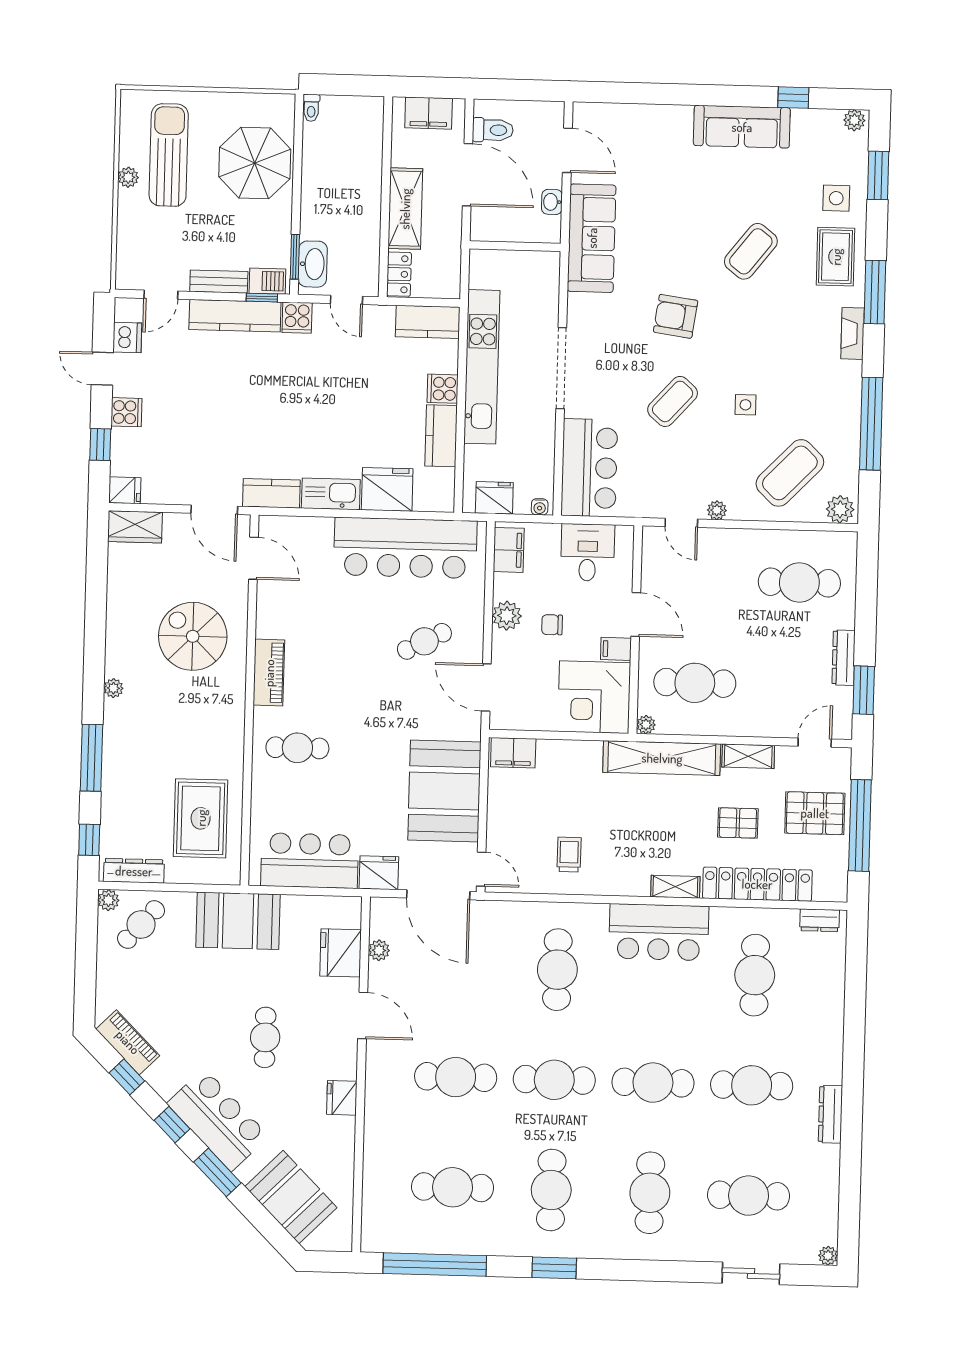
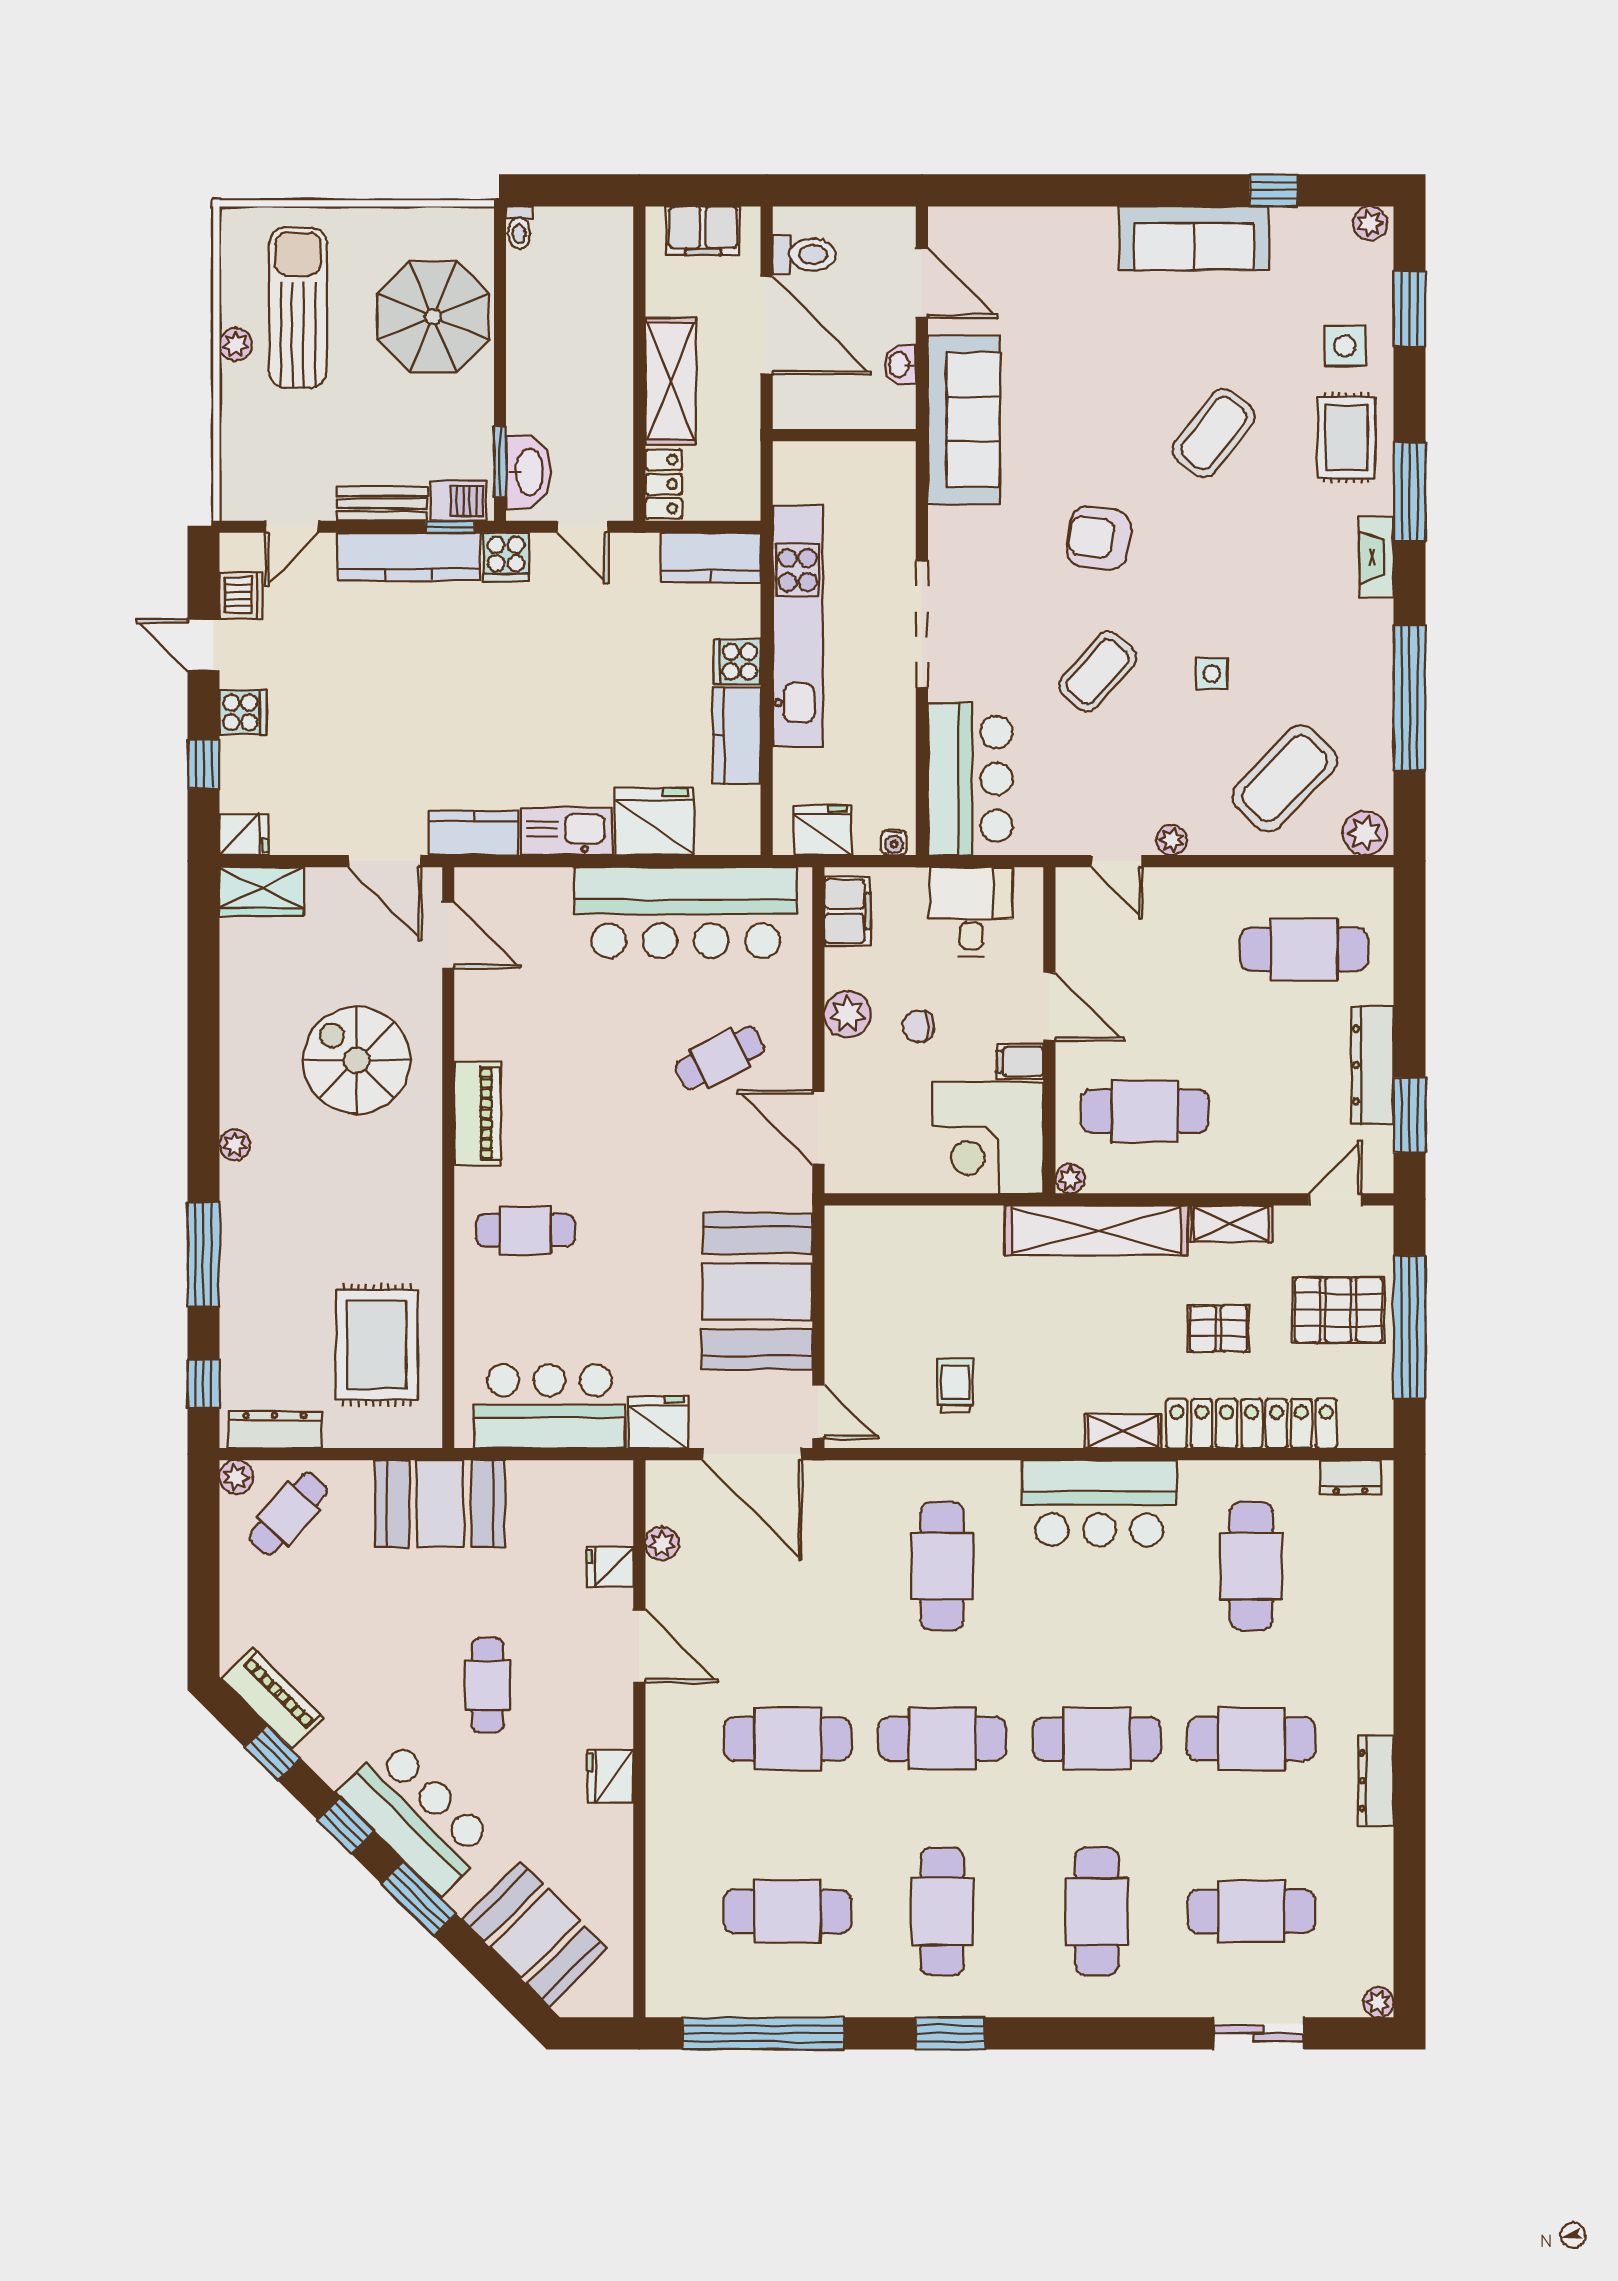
dresser: (844, 658) -> (1372, 1065), width x1.37, depth x1.24
filing cabinet: (513, 753) -> (864, 1229), removed
fridge: (341, 953) -> (610, 1567), width x0.53, depth x0.75

